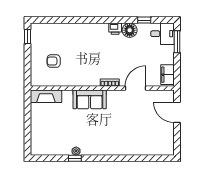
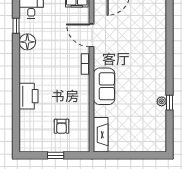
printer: (115, 29) -> (29, 96), moved, width x1.87, depth x1.48
window: (27, 37) -> (56, 155), moved

